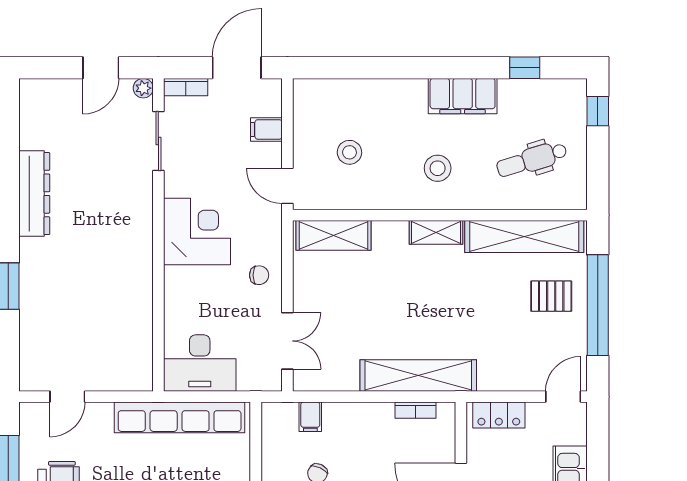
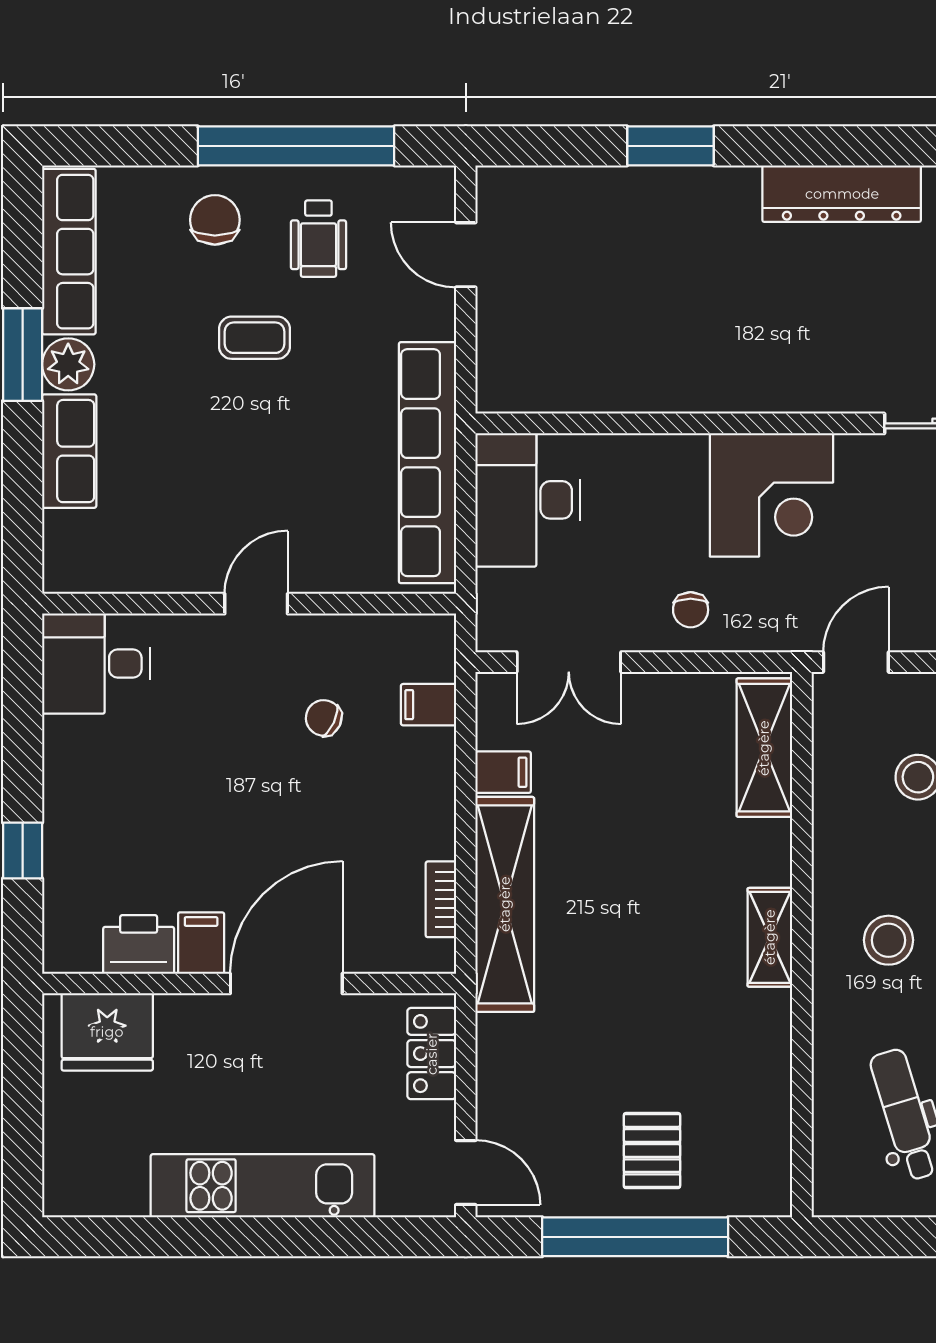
shelving: (524, 237) -> (762, 1101), removed
filing cabinet: (347, 376) -> (503, 772), added

